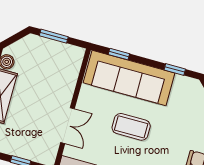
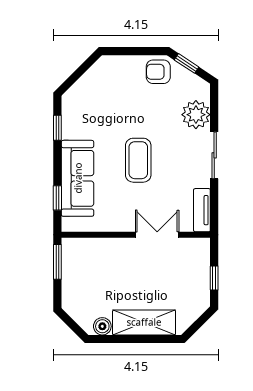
window: (54, 36) -> (57, 262), moved
sofa: (129, 78) -> (78, 178), width x0.74, depth x0.79

